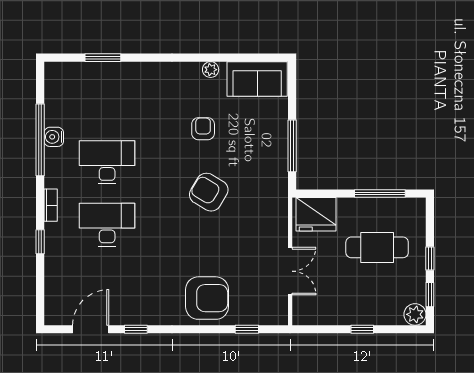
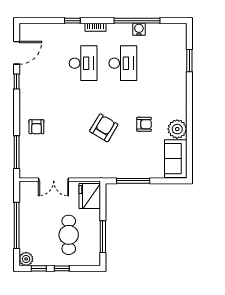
plant: (211, 70) -> (177, 129), width x1.88, depth x1.88
armchair: (207, 298) -> (36, 127), width x0.53, depth x0.53
door: (91, 329) -> (17, 53), hinge flipped
window: (247, 329) -> (17, 152), width x2.17
window: (362, 329) -> (17, 225), width x3.17

